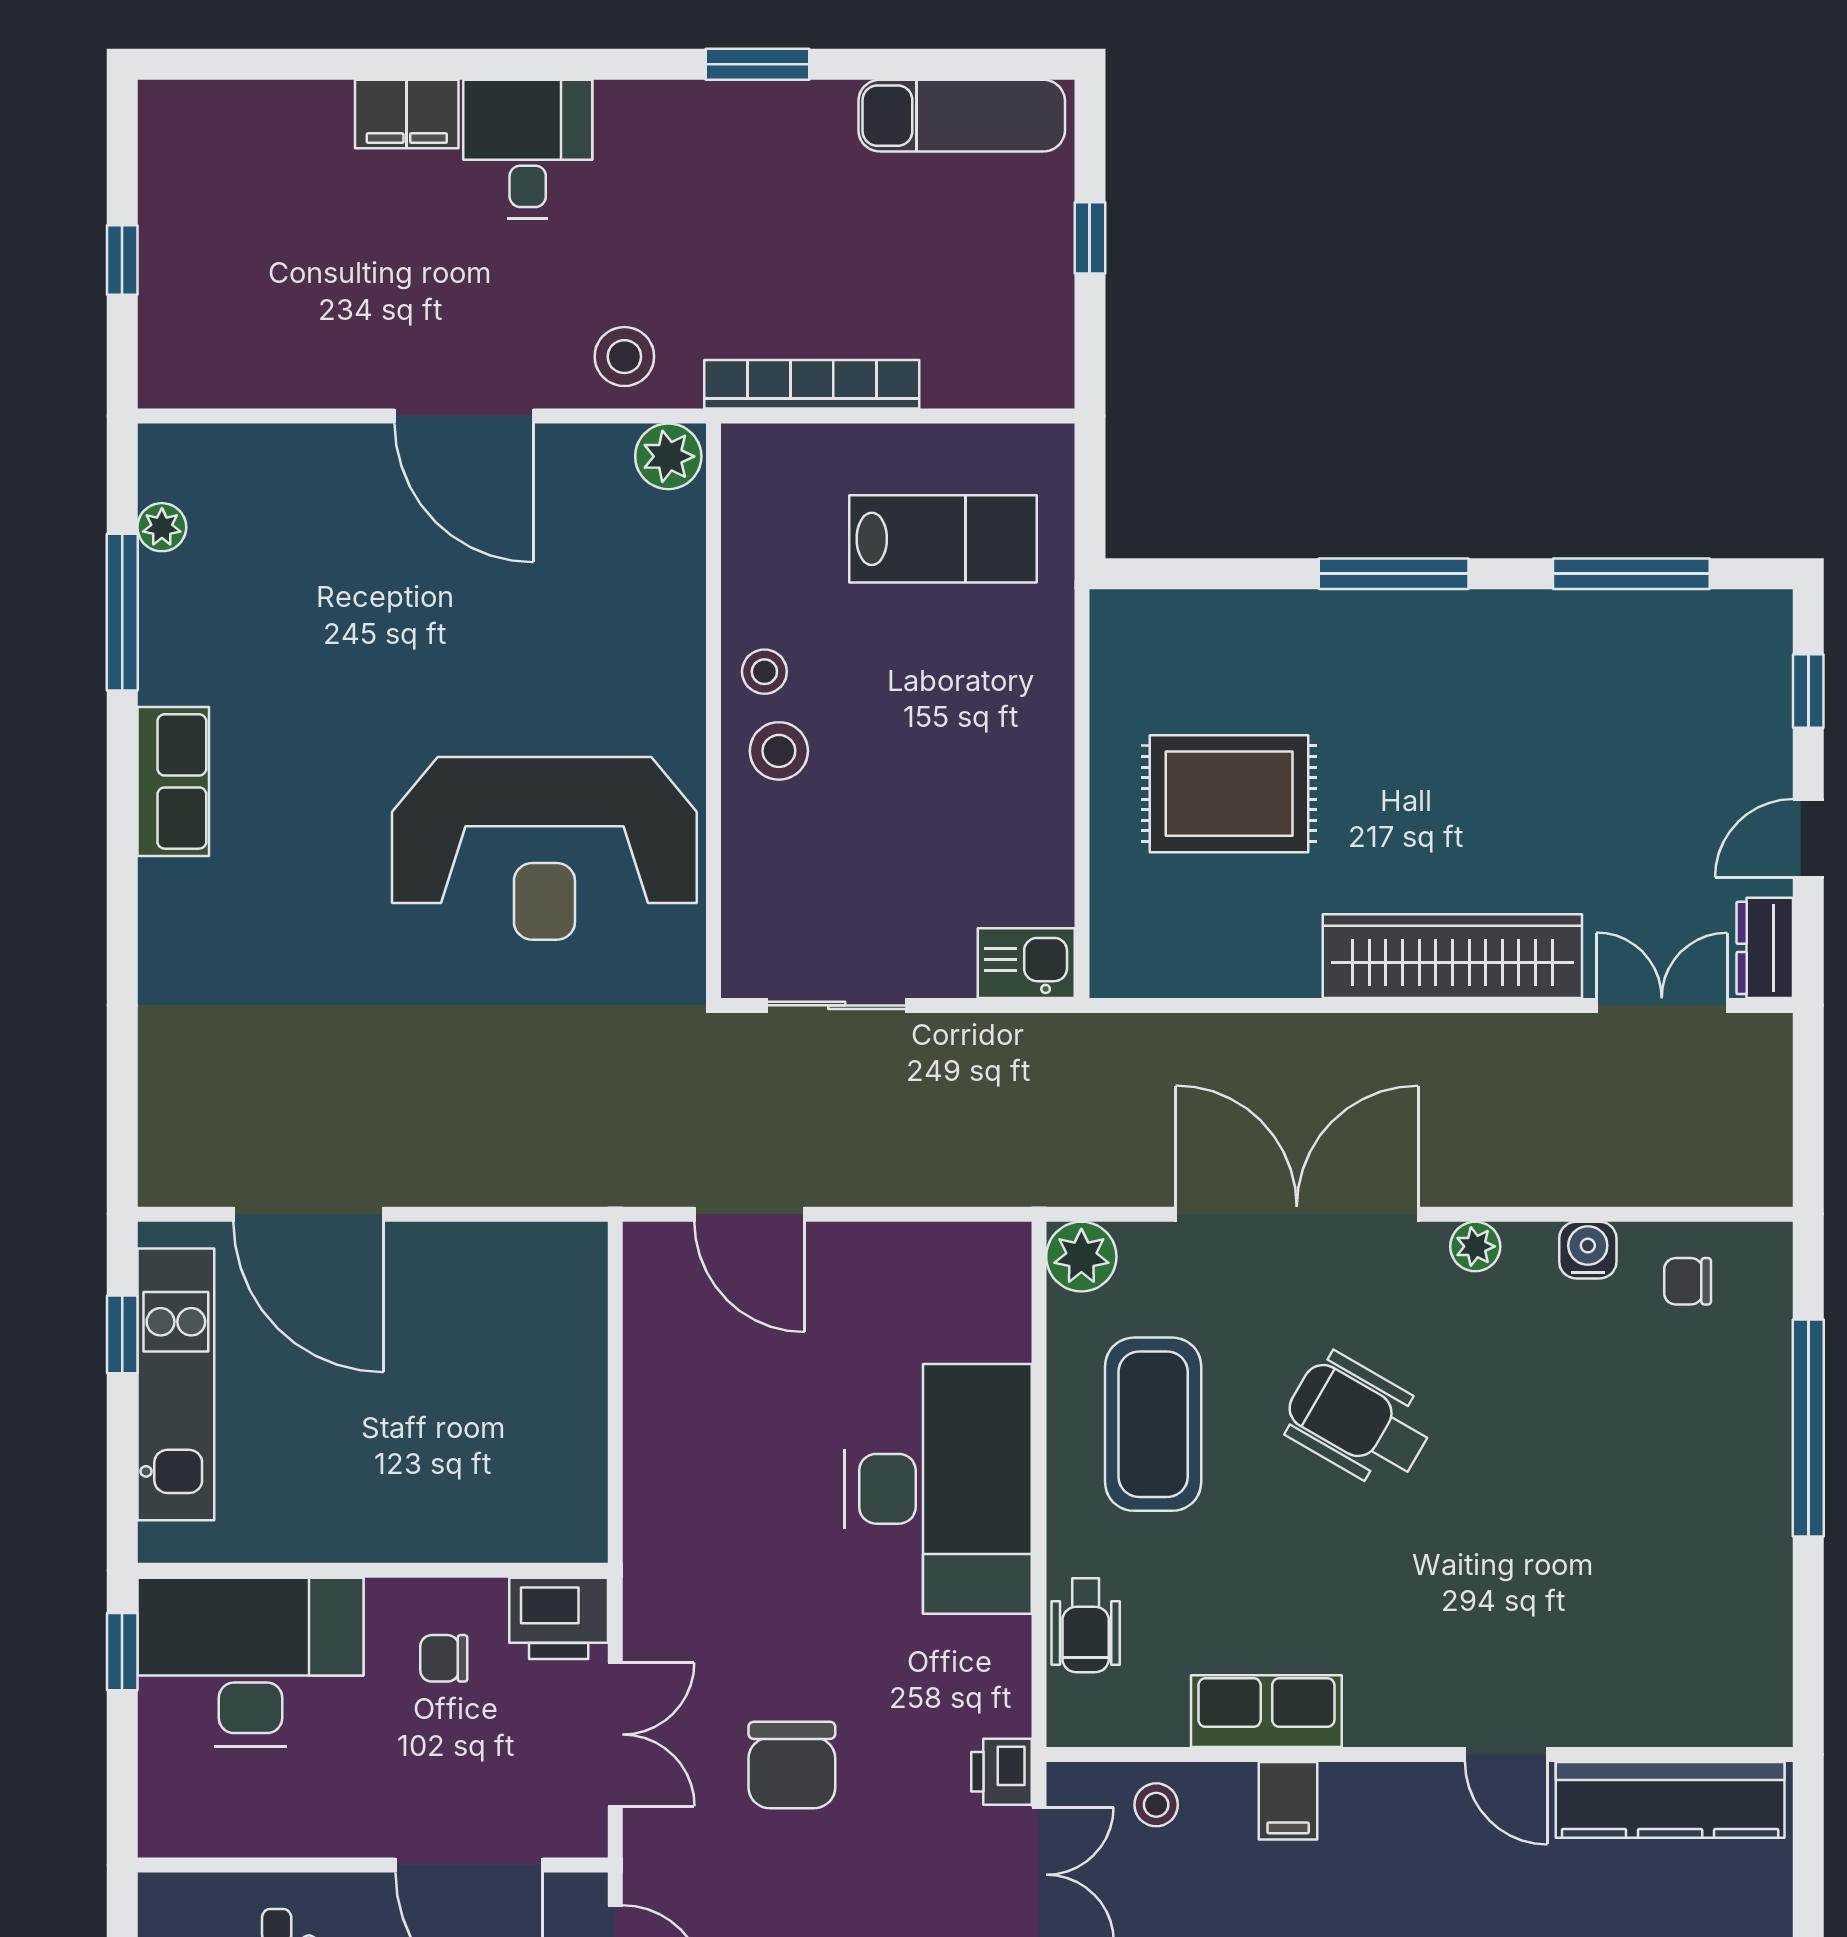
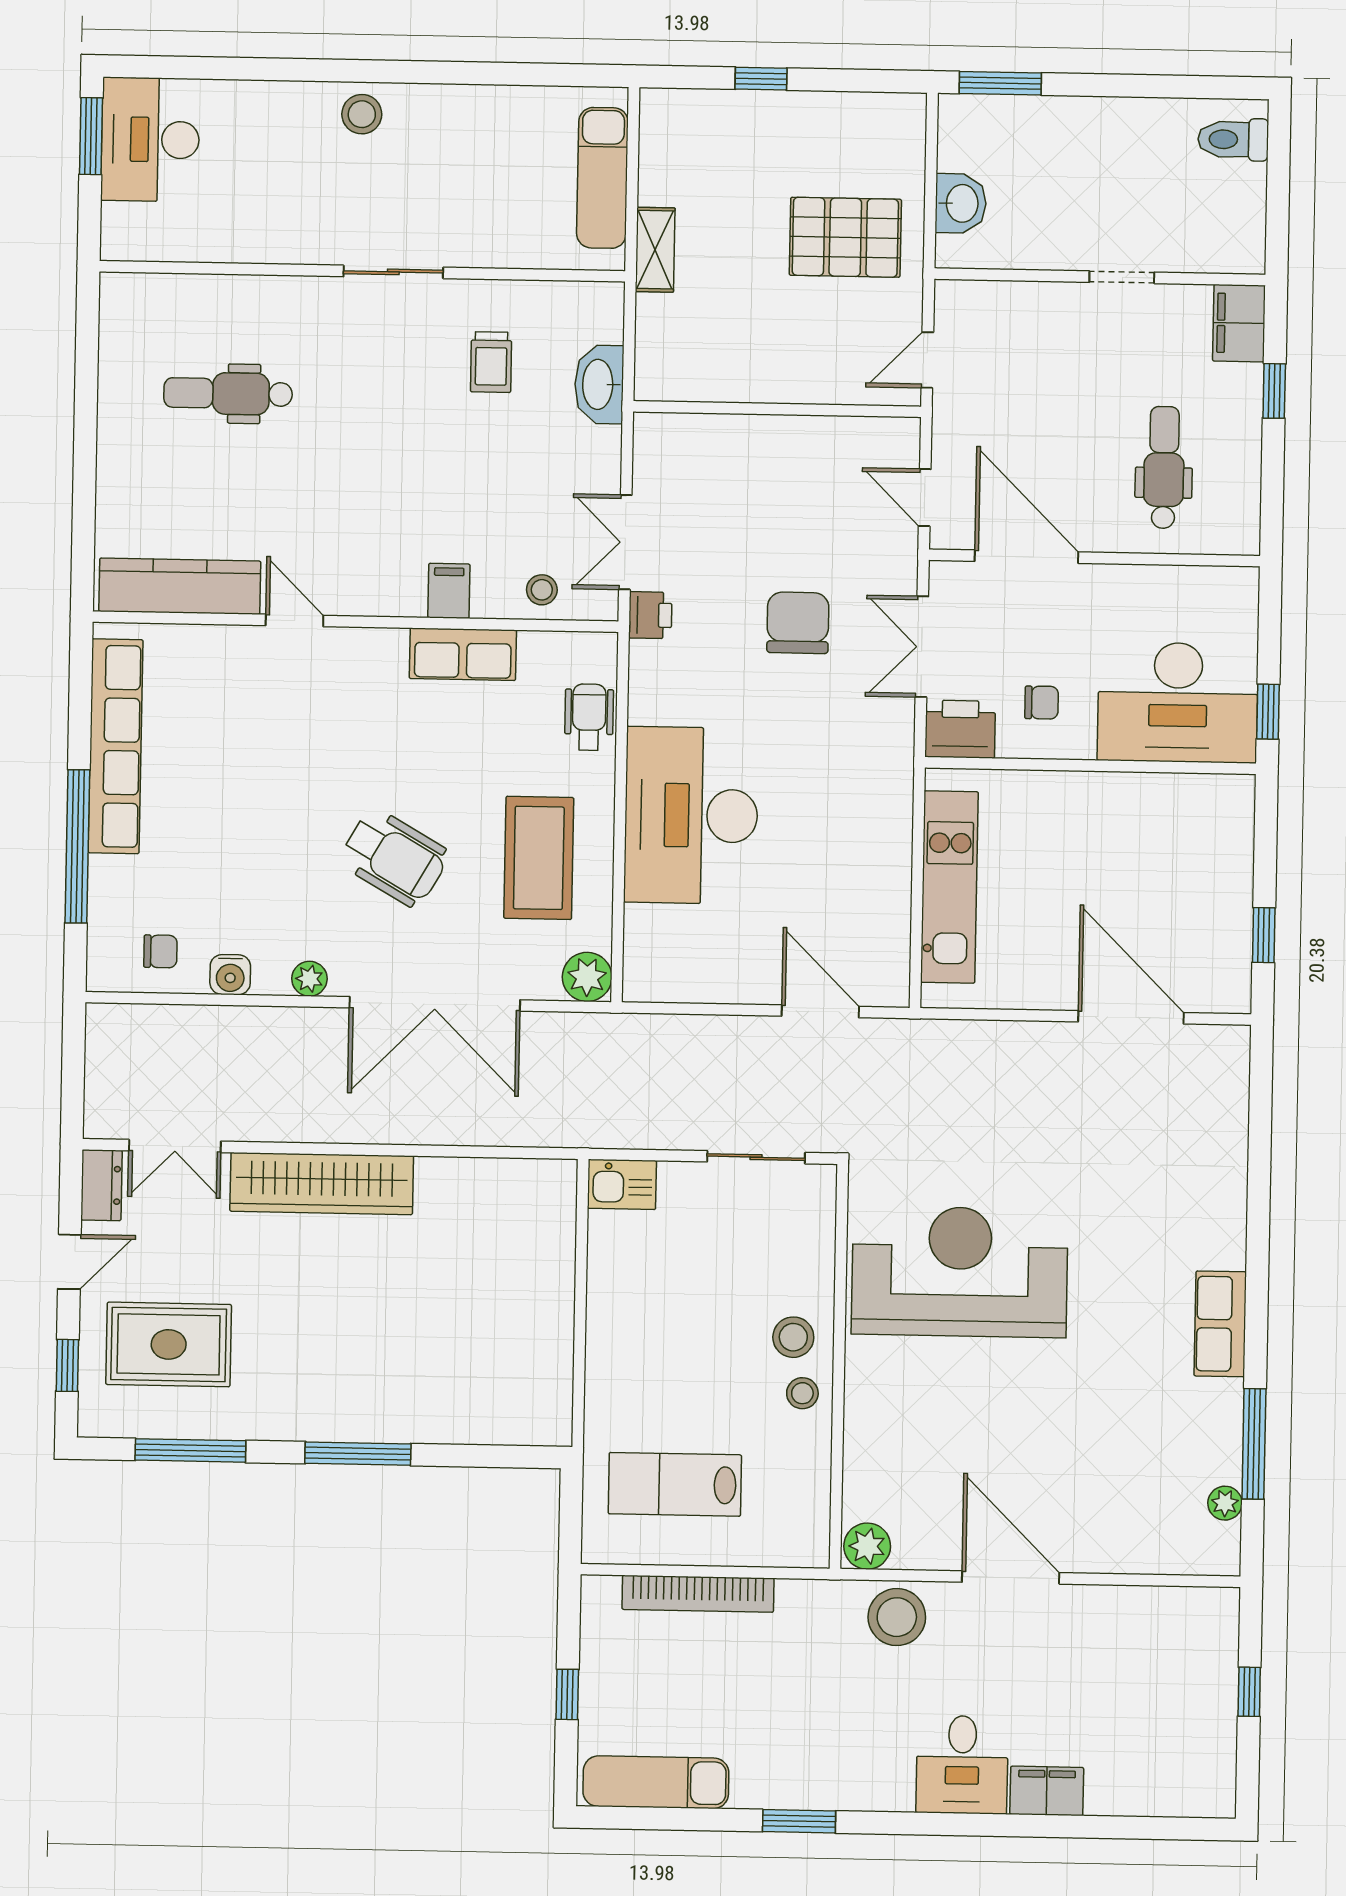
stool: (624, 357) -> (897, 1617), width x1.38, depth x1.38
bookcase: (812, 384) -> (698, 1594), moved
rug: (1229, 794) -> (169, 1344), moved
kitchen unit: (176, 1384) -> (949, 887), moved, turned 180
row of seats: (1757, 1571) -> (115, 746), added

